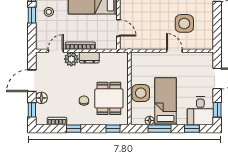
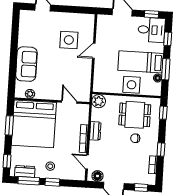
door: (118, 28) -> (69, 102), hinge flipped
plant: (71, 59) -> (99, 101), moved
floor lamp: (41, 98) -> (98, 176), moved

